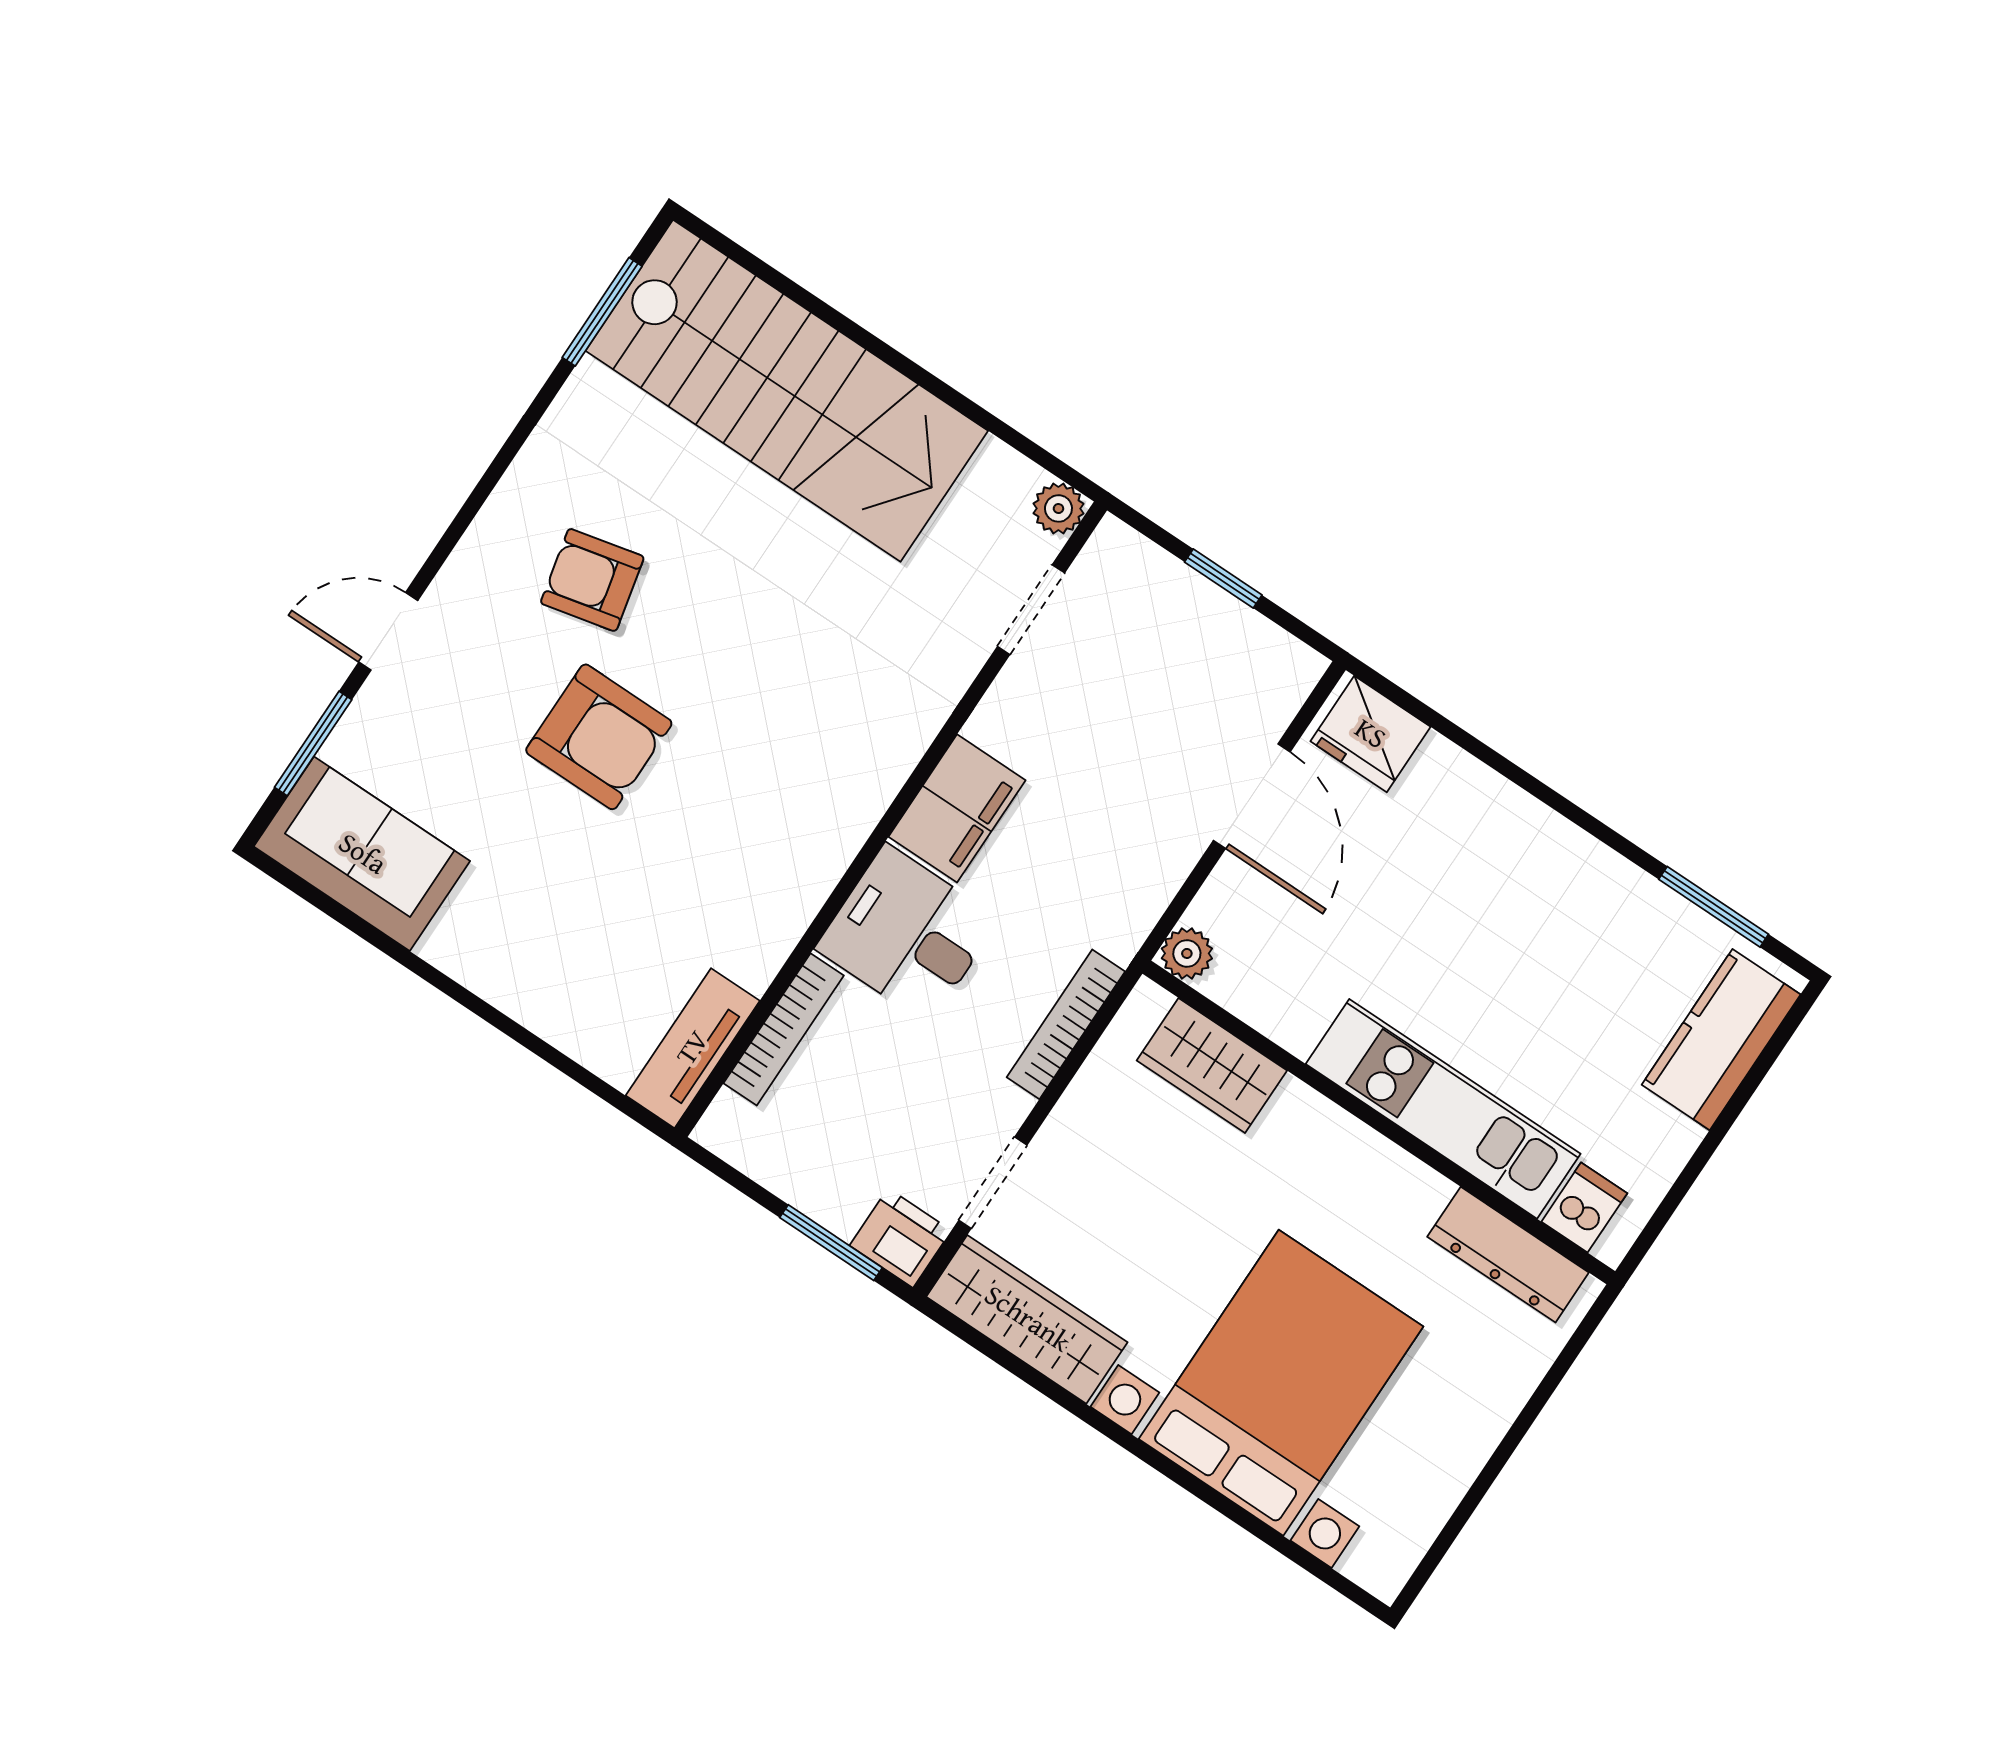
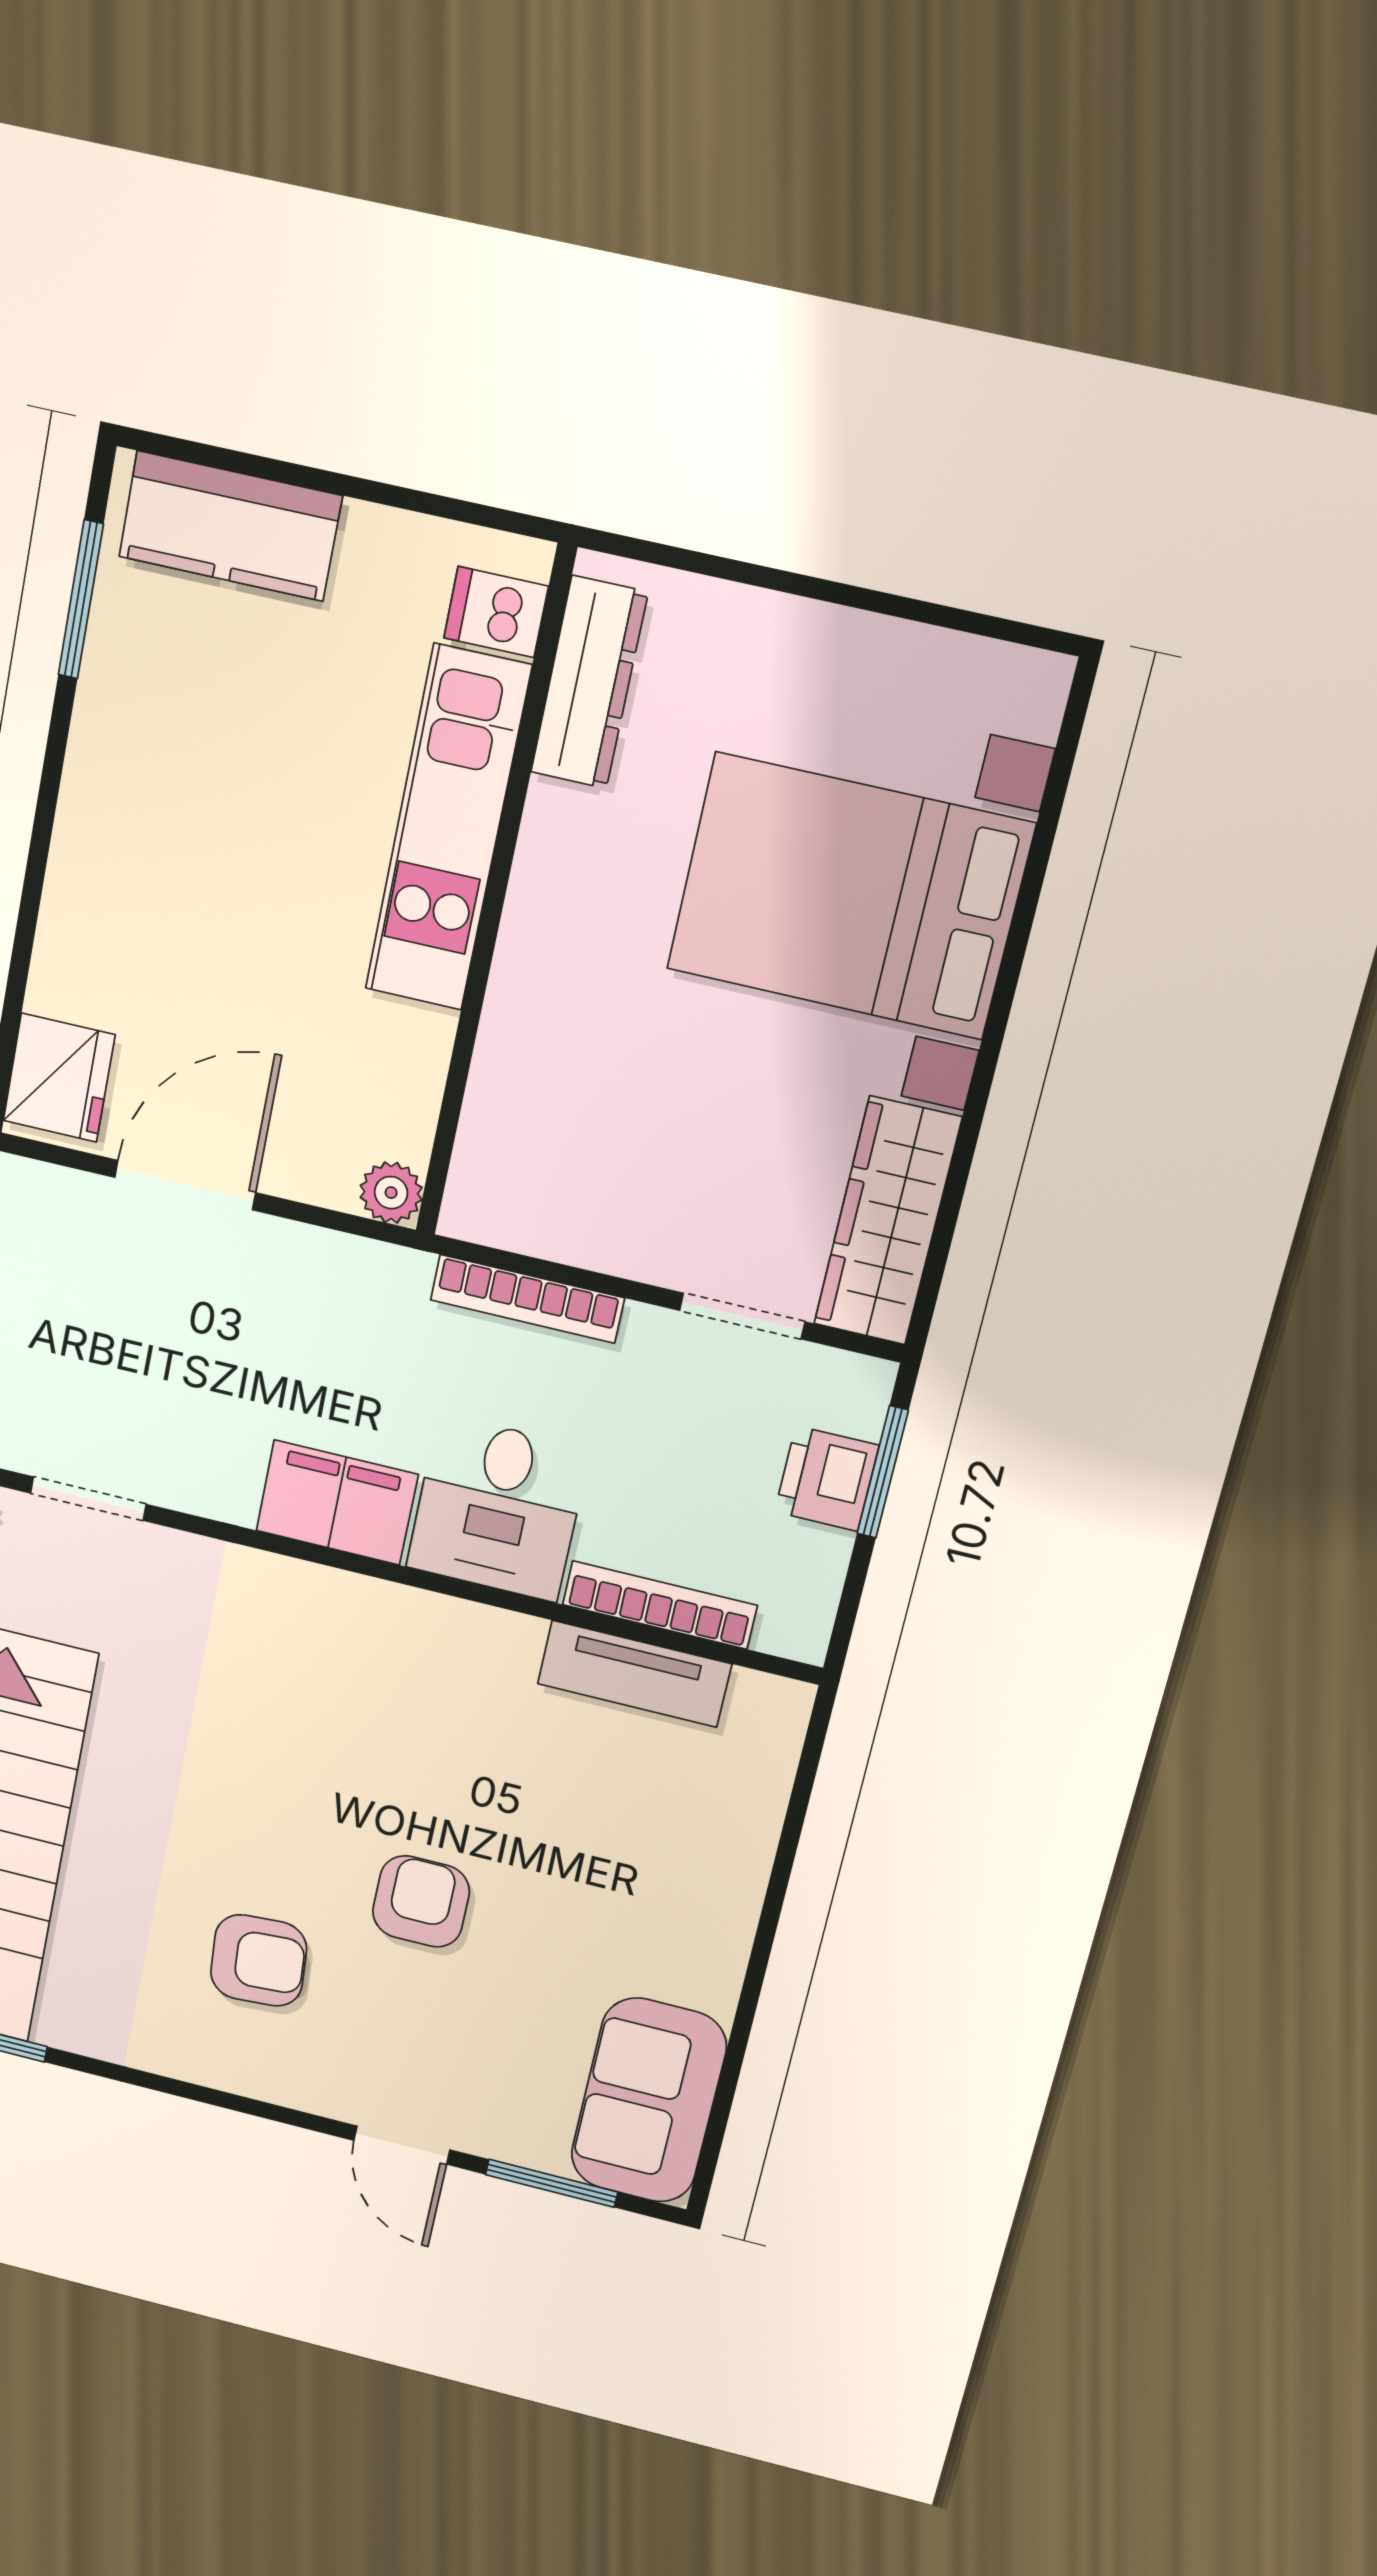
armchair: (592, 580) -> (259, 1960), turned -81
armchair: (599, 737) -> (421, 1901), width x0.72, depth x0.72
tv unit: (693, 1048) -> (634, 1674), moved
wardrobe: (1212, 1066) -> (507, 1117), removed
printer: (901, 1238) -> (827, 1479), moved

